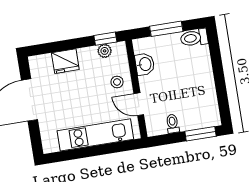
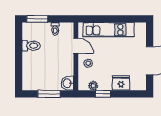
toilet: (194, 38) -> (31, 46), moved
window: (105, 39) -> (103, 94), moved
washbasin: (145, 64) -> (67, 83), moved

